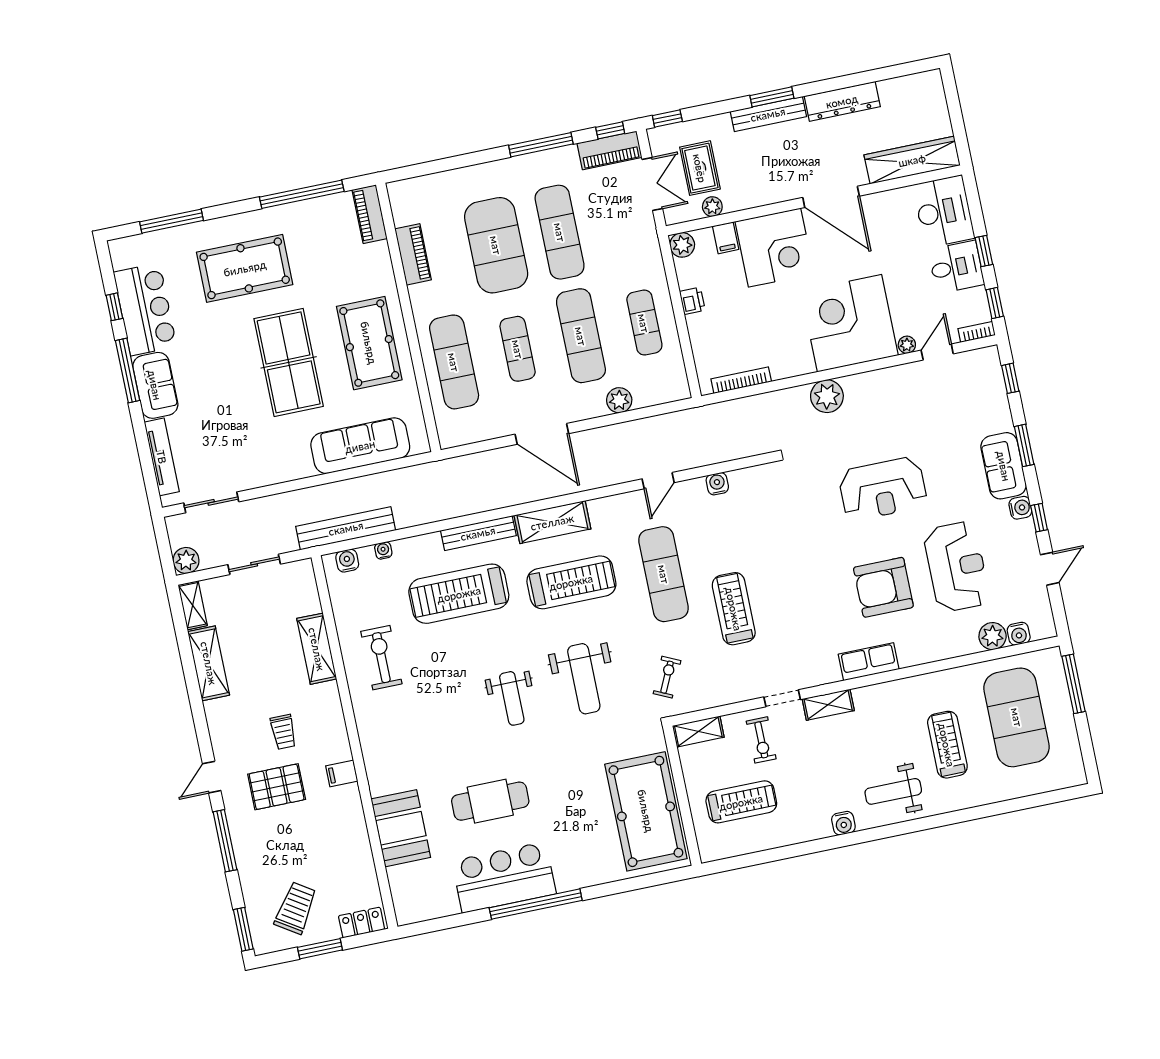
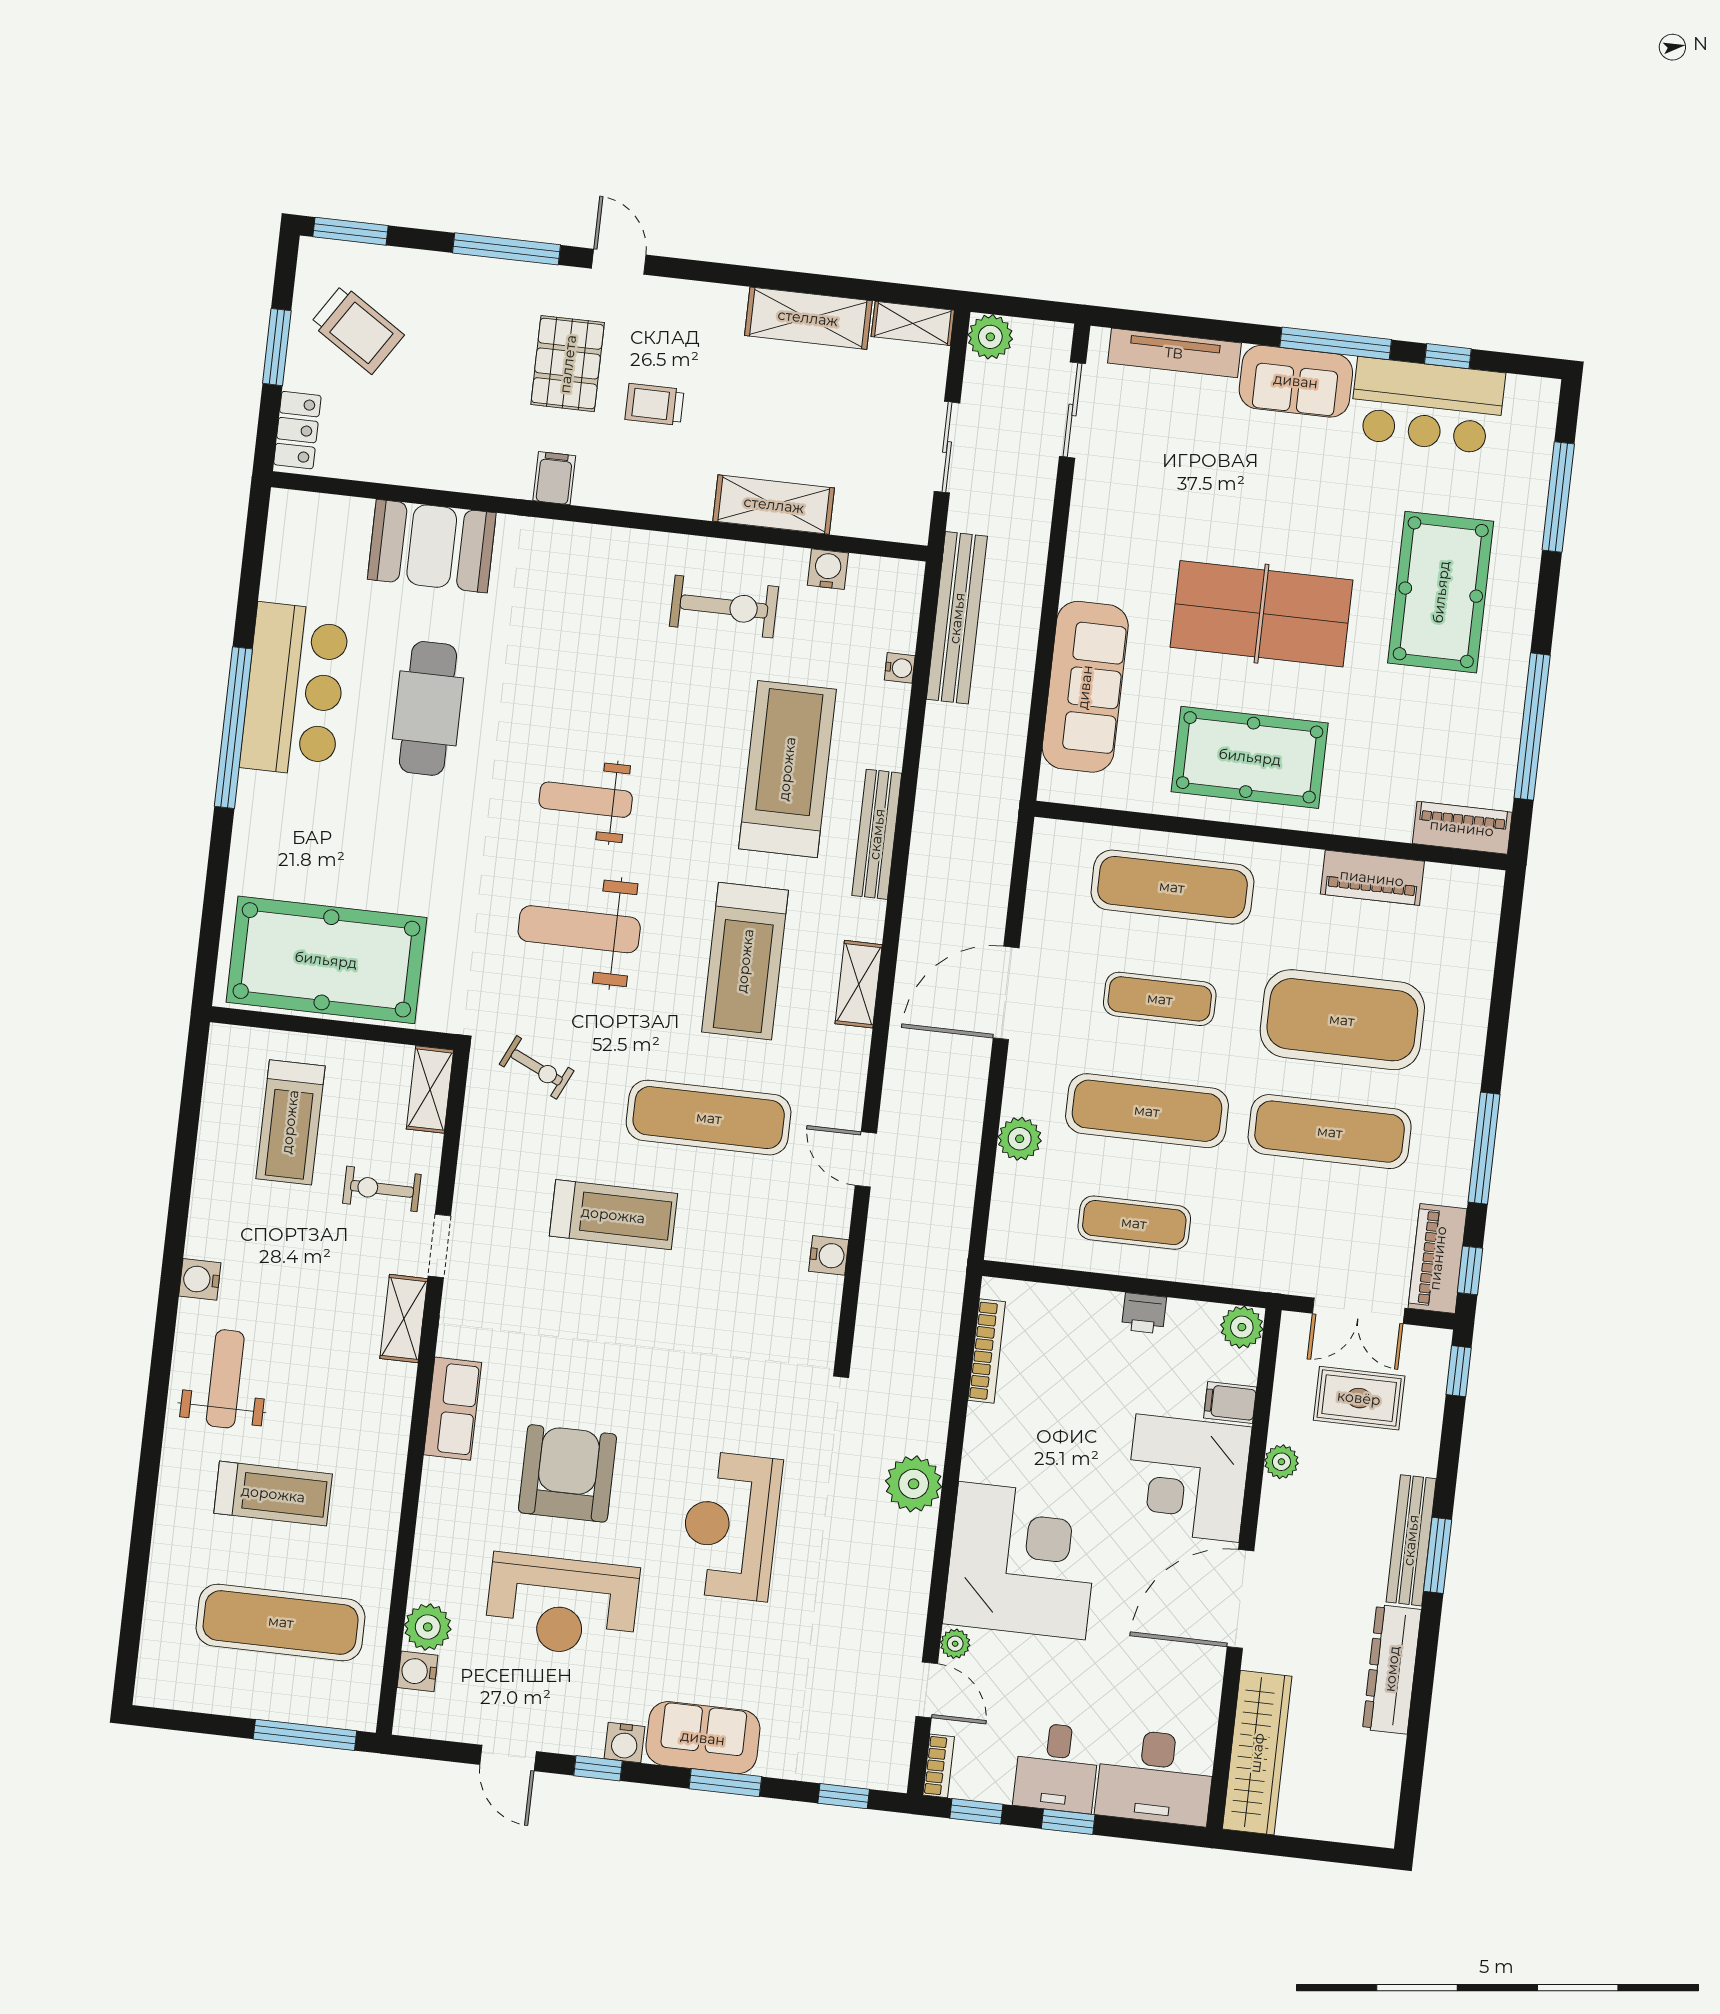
plant: (712, 207) -> (1281, 1462), moved
shelving: (552, 522) -> (859, 984), width x0.67, depth x0.75
water cooler: (347, 561) -> (828, 569), moved, turned -90
exercise mat: (1017, 717) -> (281, 1622), width x0.68

